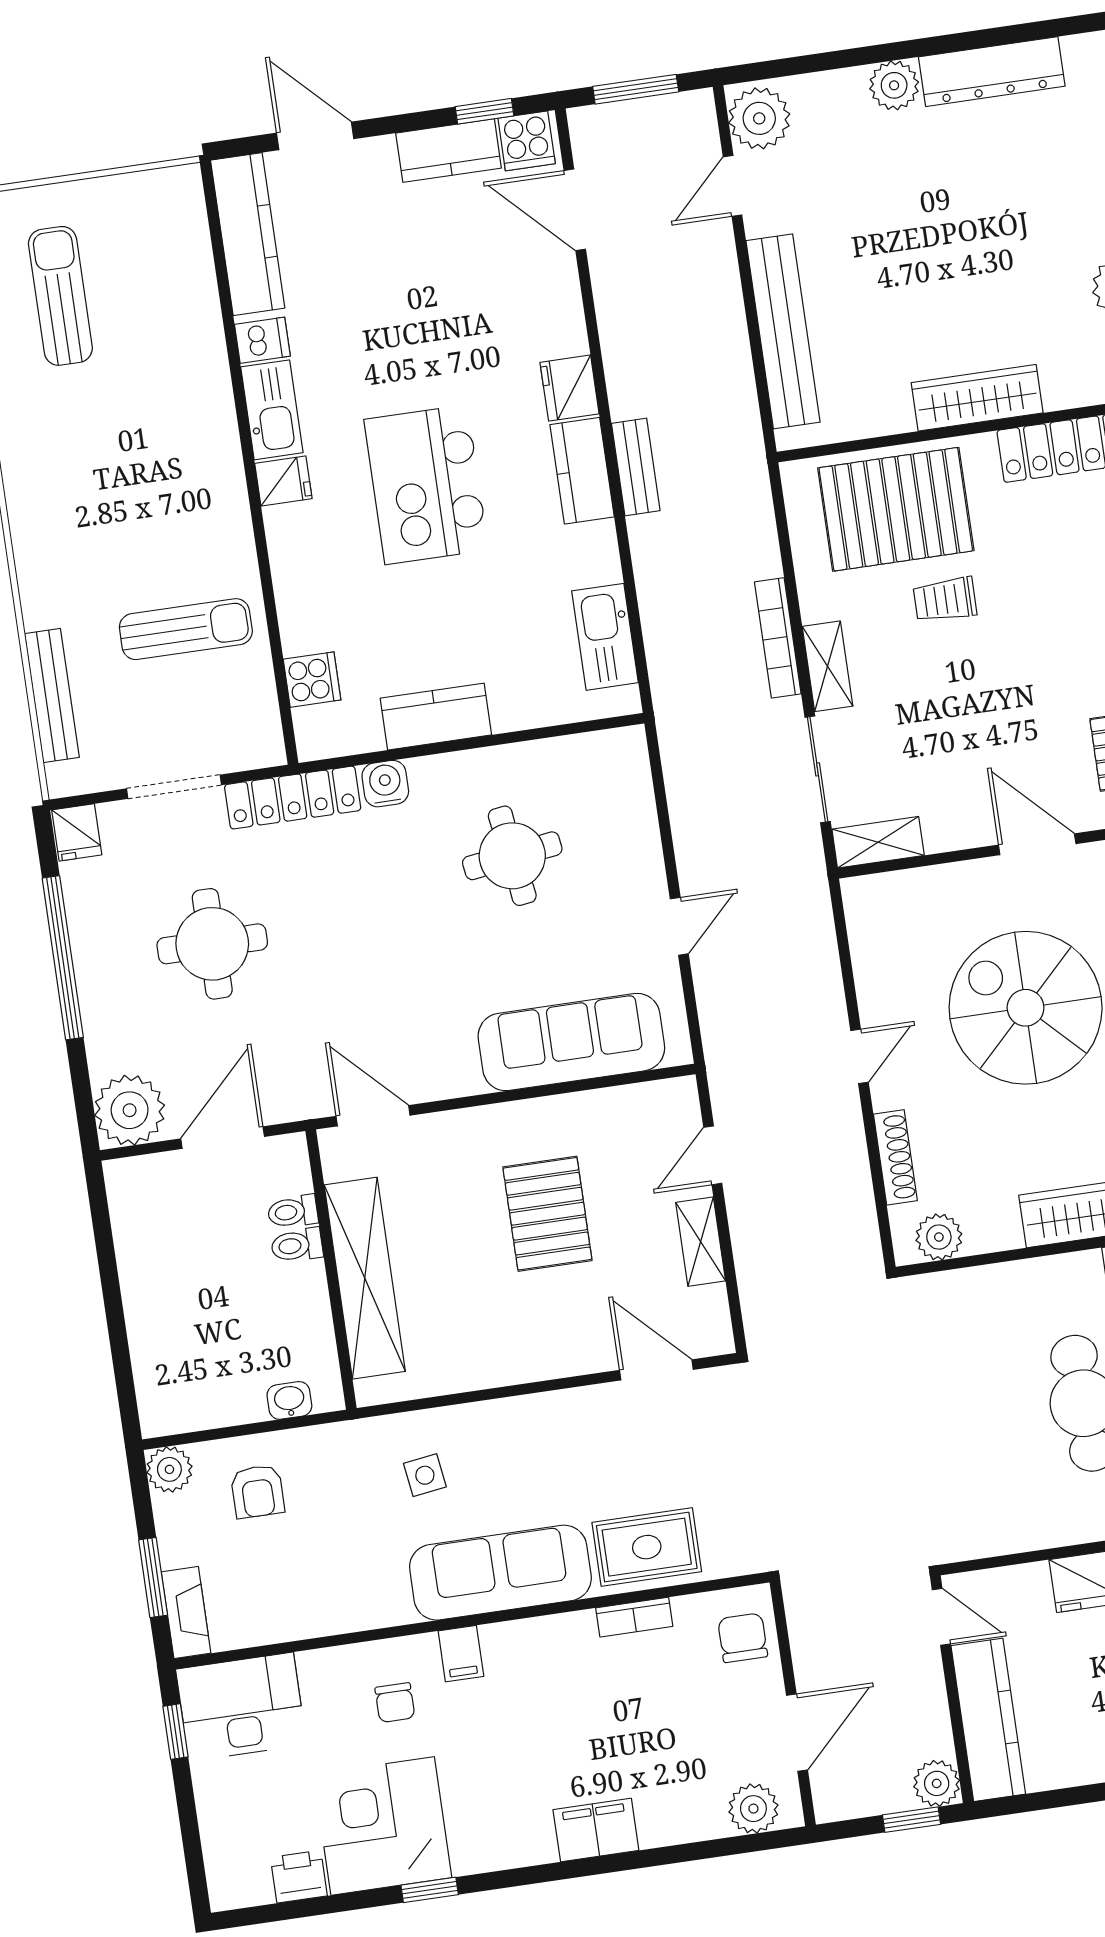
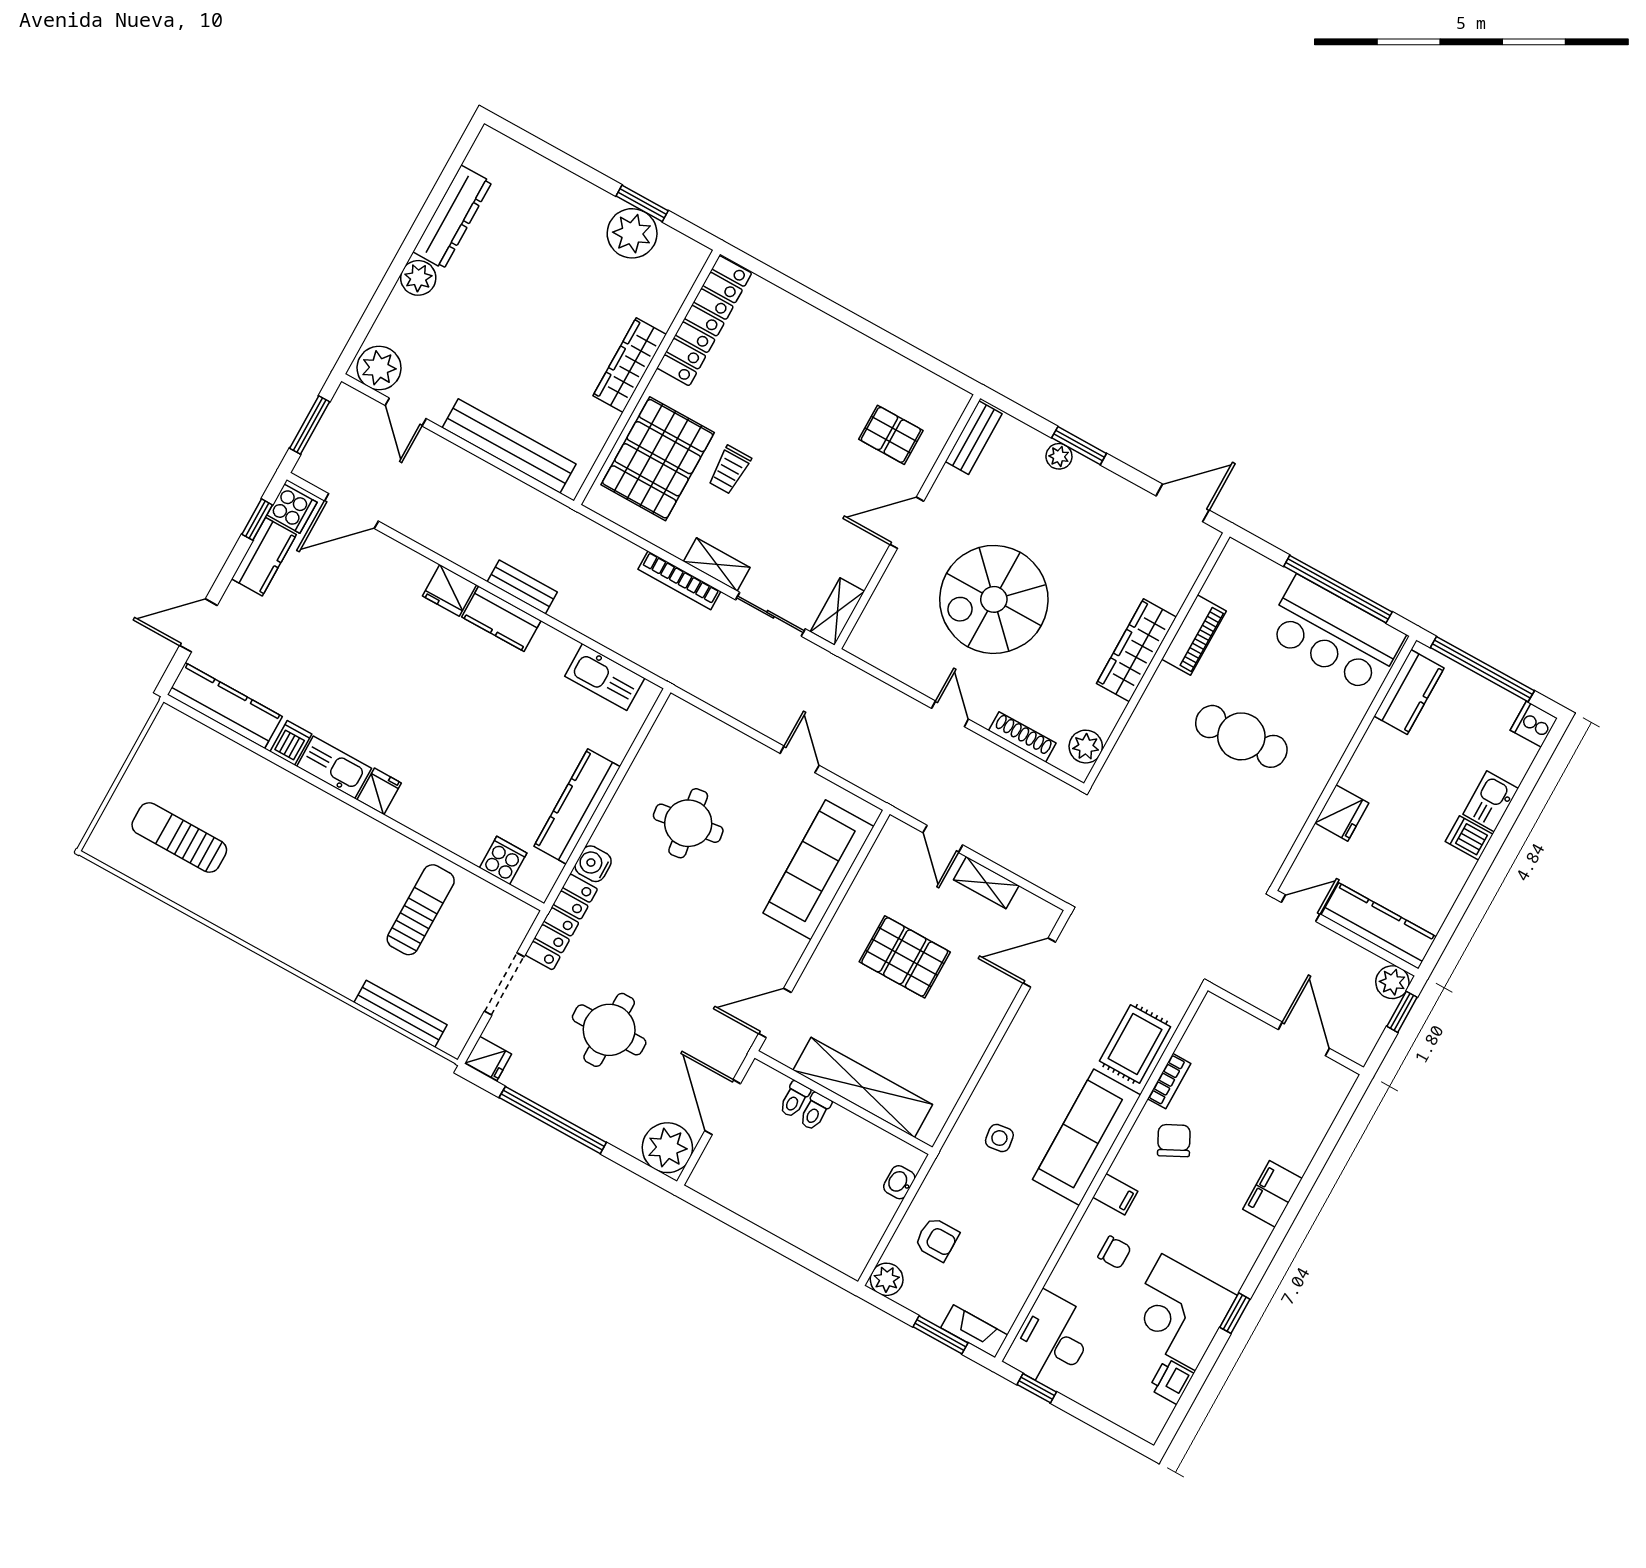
kitchen island: (426, 485) -> (442, 713), removed
kitchen counter: (436, 717) -> (577, 806), width x1.50
chair: (743, 1638) -> (1174, 1141), moved, turned 63
plant: (753, 1809) -> (1328, 1096), removed

